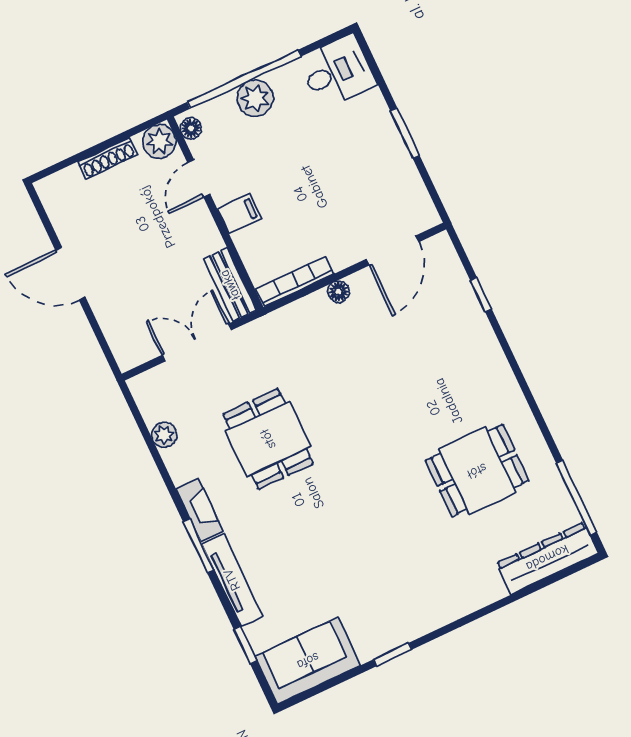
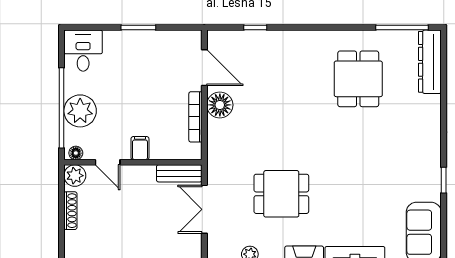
plant: (255, 98) -> (80, 111), width x1.36, depth x1.36
bookcase: (295, 281) -> (195, 117), moved
floor lamp: (339, 292) -> (220, 105), width x1.89, depth x1.89

